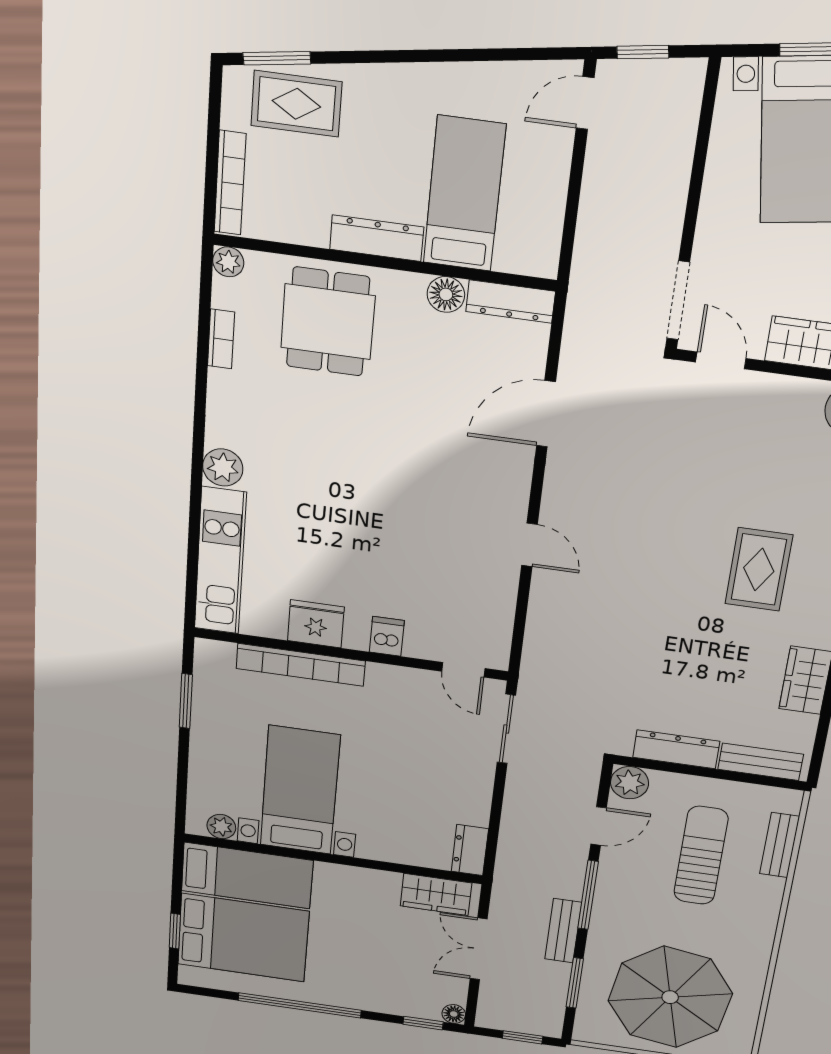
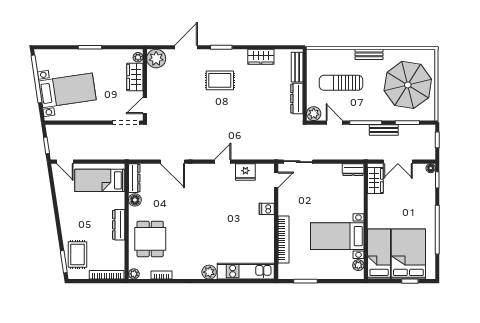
bed: (464, 194) -> (100, 180), moved
dining table: (328, 322) -> (150, 239), turned 90
fridge: (316, 624) -> (245, 172), moved, turned -90
bench: (780, 845) -> (369, 54), moved

